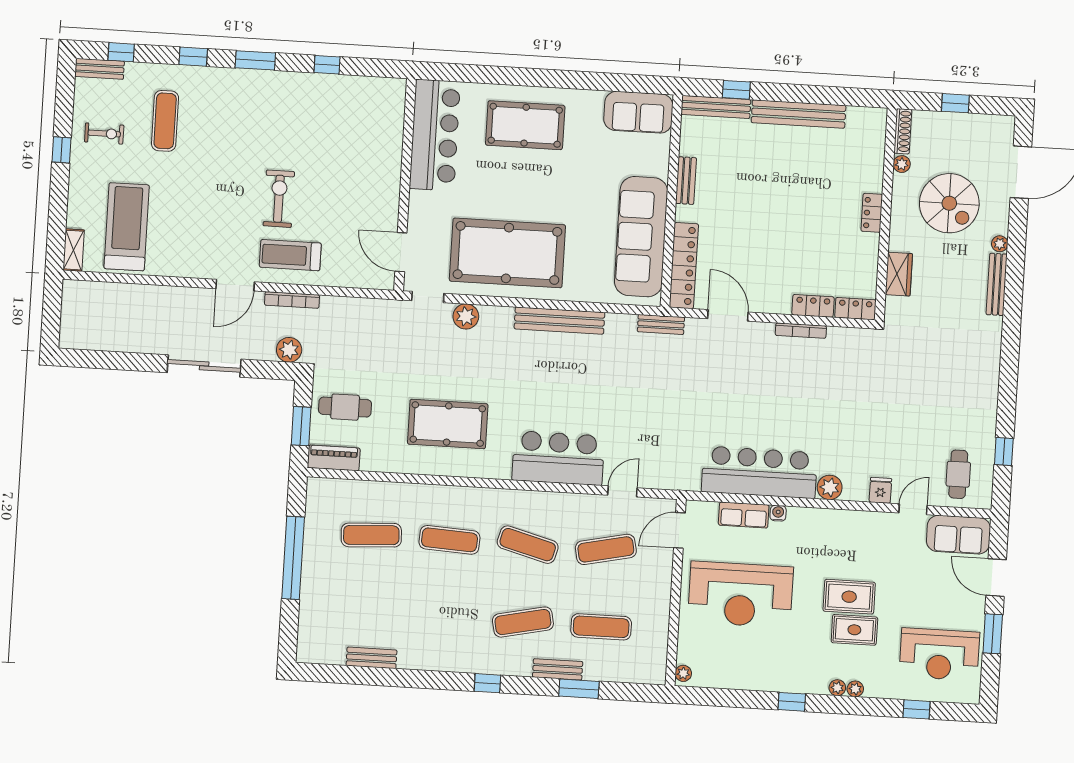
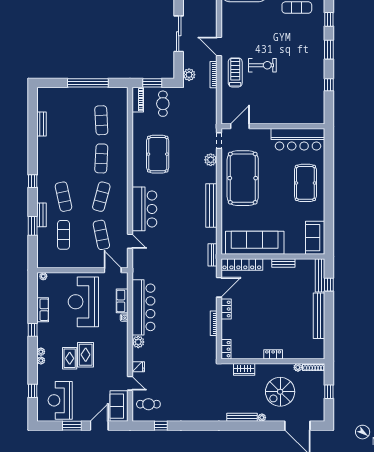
locker: (813, 306) -> (226, 309), moved
row of seats: (752, 679) -> (43, 310), added

